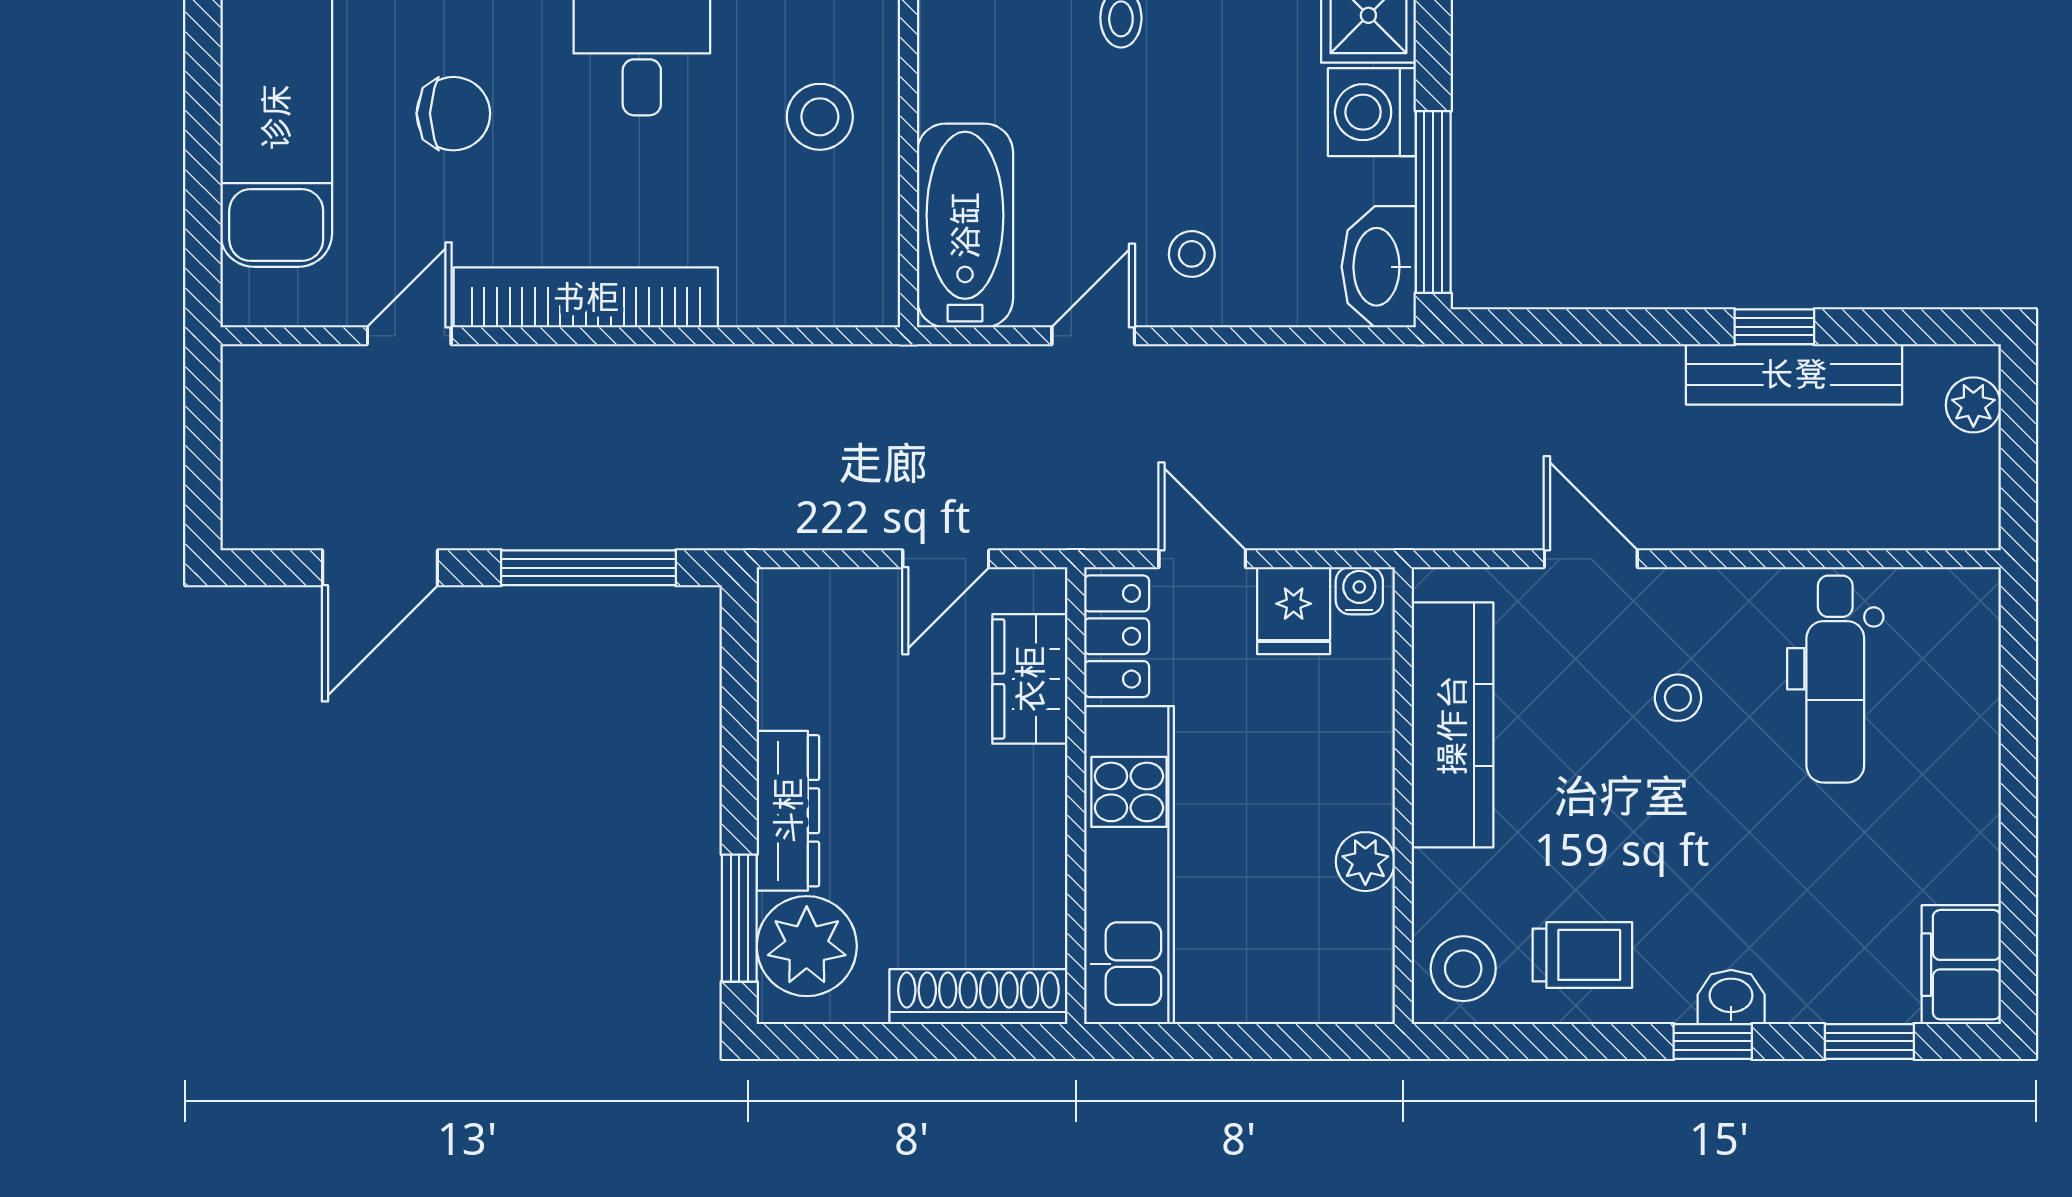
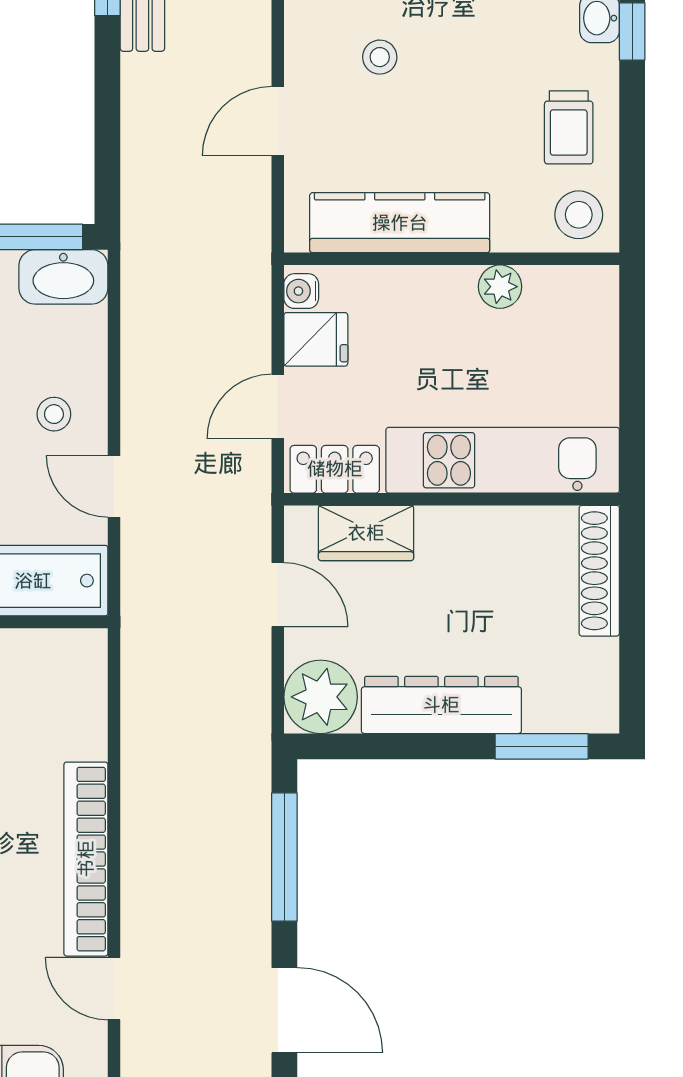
dresser: (788, 811) -> (441, 705), width x1.37, depth x1.24
plant: (807, 946) -> (321, 697), moved
trolley: (1582, 955) -> (569, 127), turned 180

